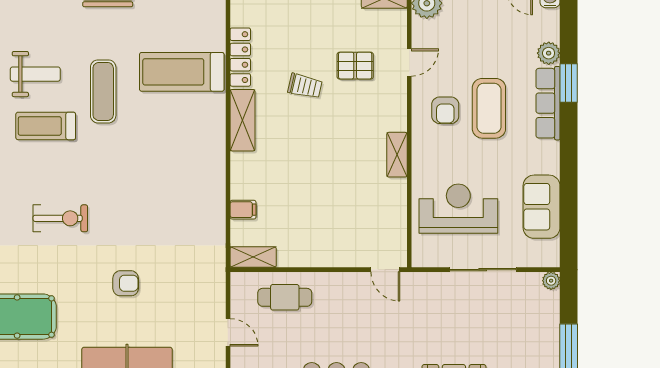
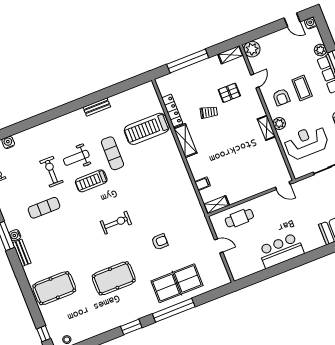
weight bench: (35, 74) -> (76, 158), turned 180
coffee table: (489, 108) -> (302, 88), width x0.73, depth x0.76
plant: (423, 156) -> (279, 123), added

